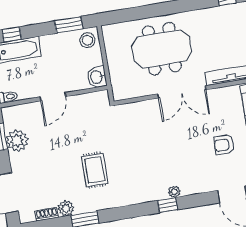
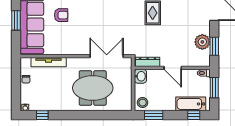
double door: (182, 92) -> (107, 56), moved
door: (53, 97) -> (173, 68), swing flipped
dresser: (90, 99) -> (148, 62), added

